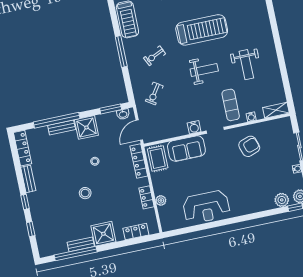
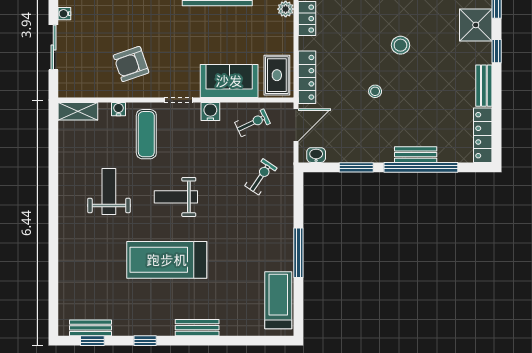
exercise bike: (155, 56) -> (252, 123), moved
window: (111, 109) -> (356, 167), moved
shower: (86, 127) -> (476, 25), moved

